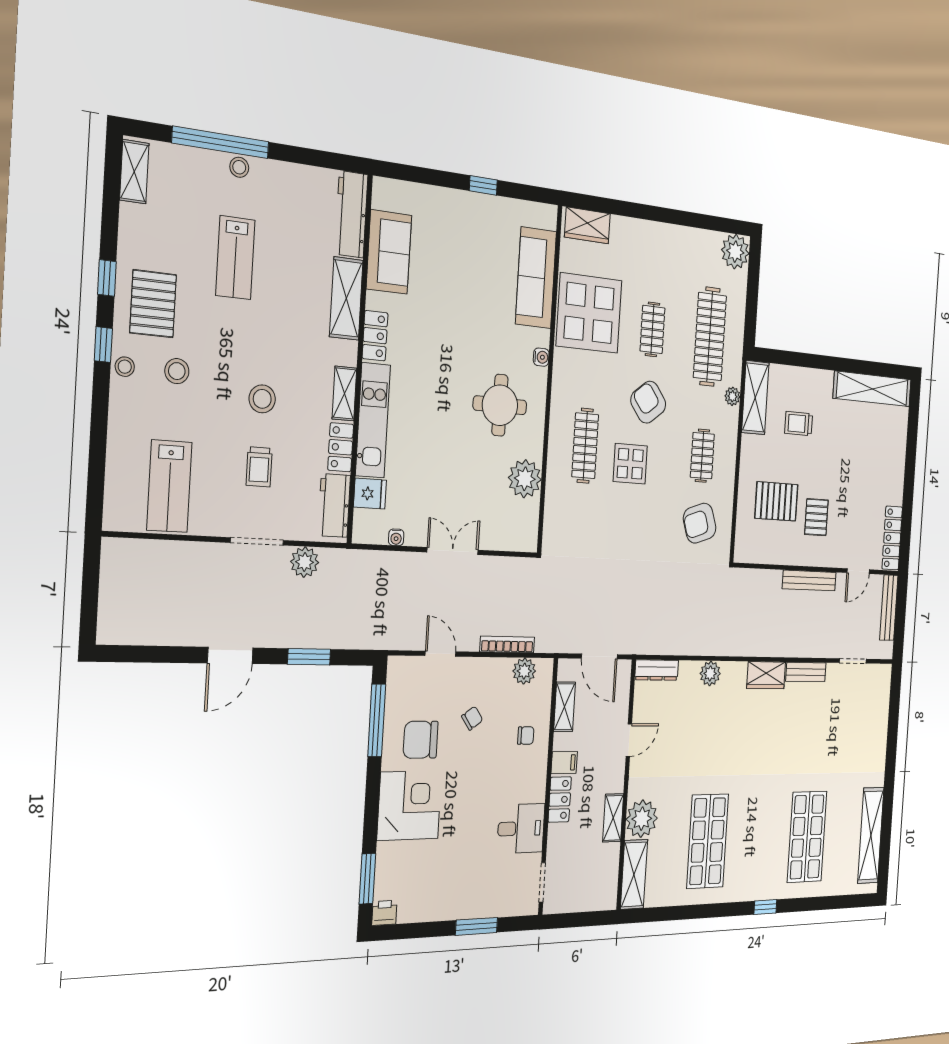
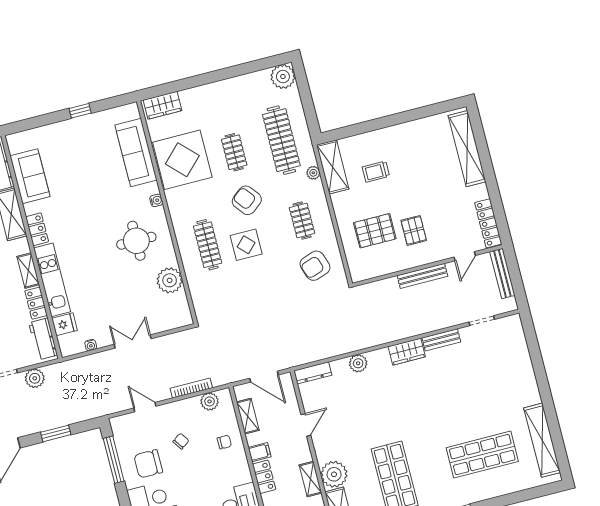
shelving: (872, 389) -> (467, 149), moved, turned 90
shop shelf: (807, 837) -> (482, 455), turned 90

